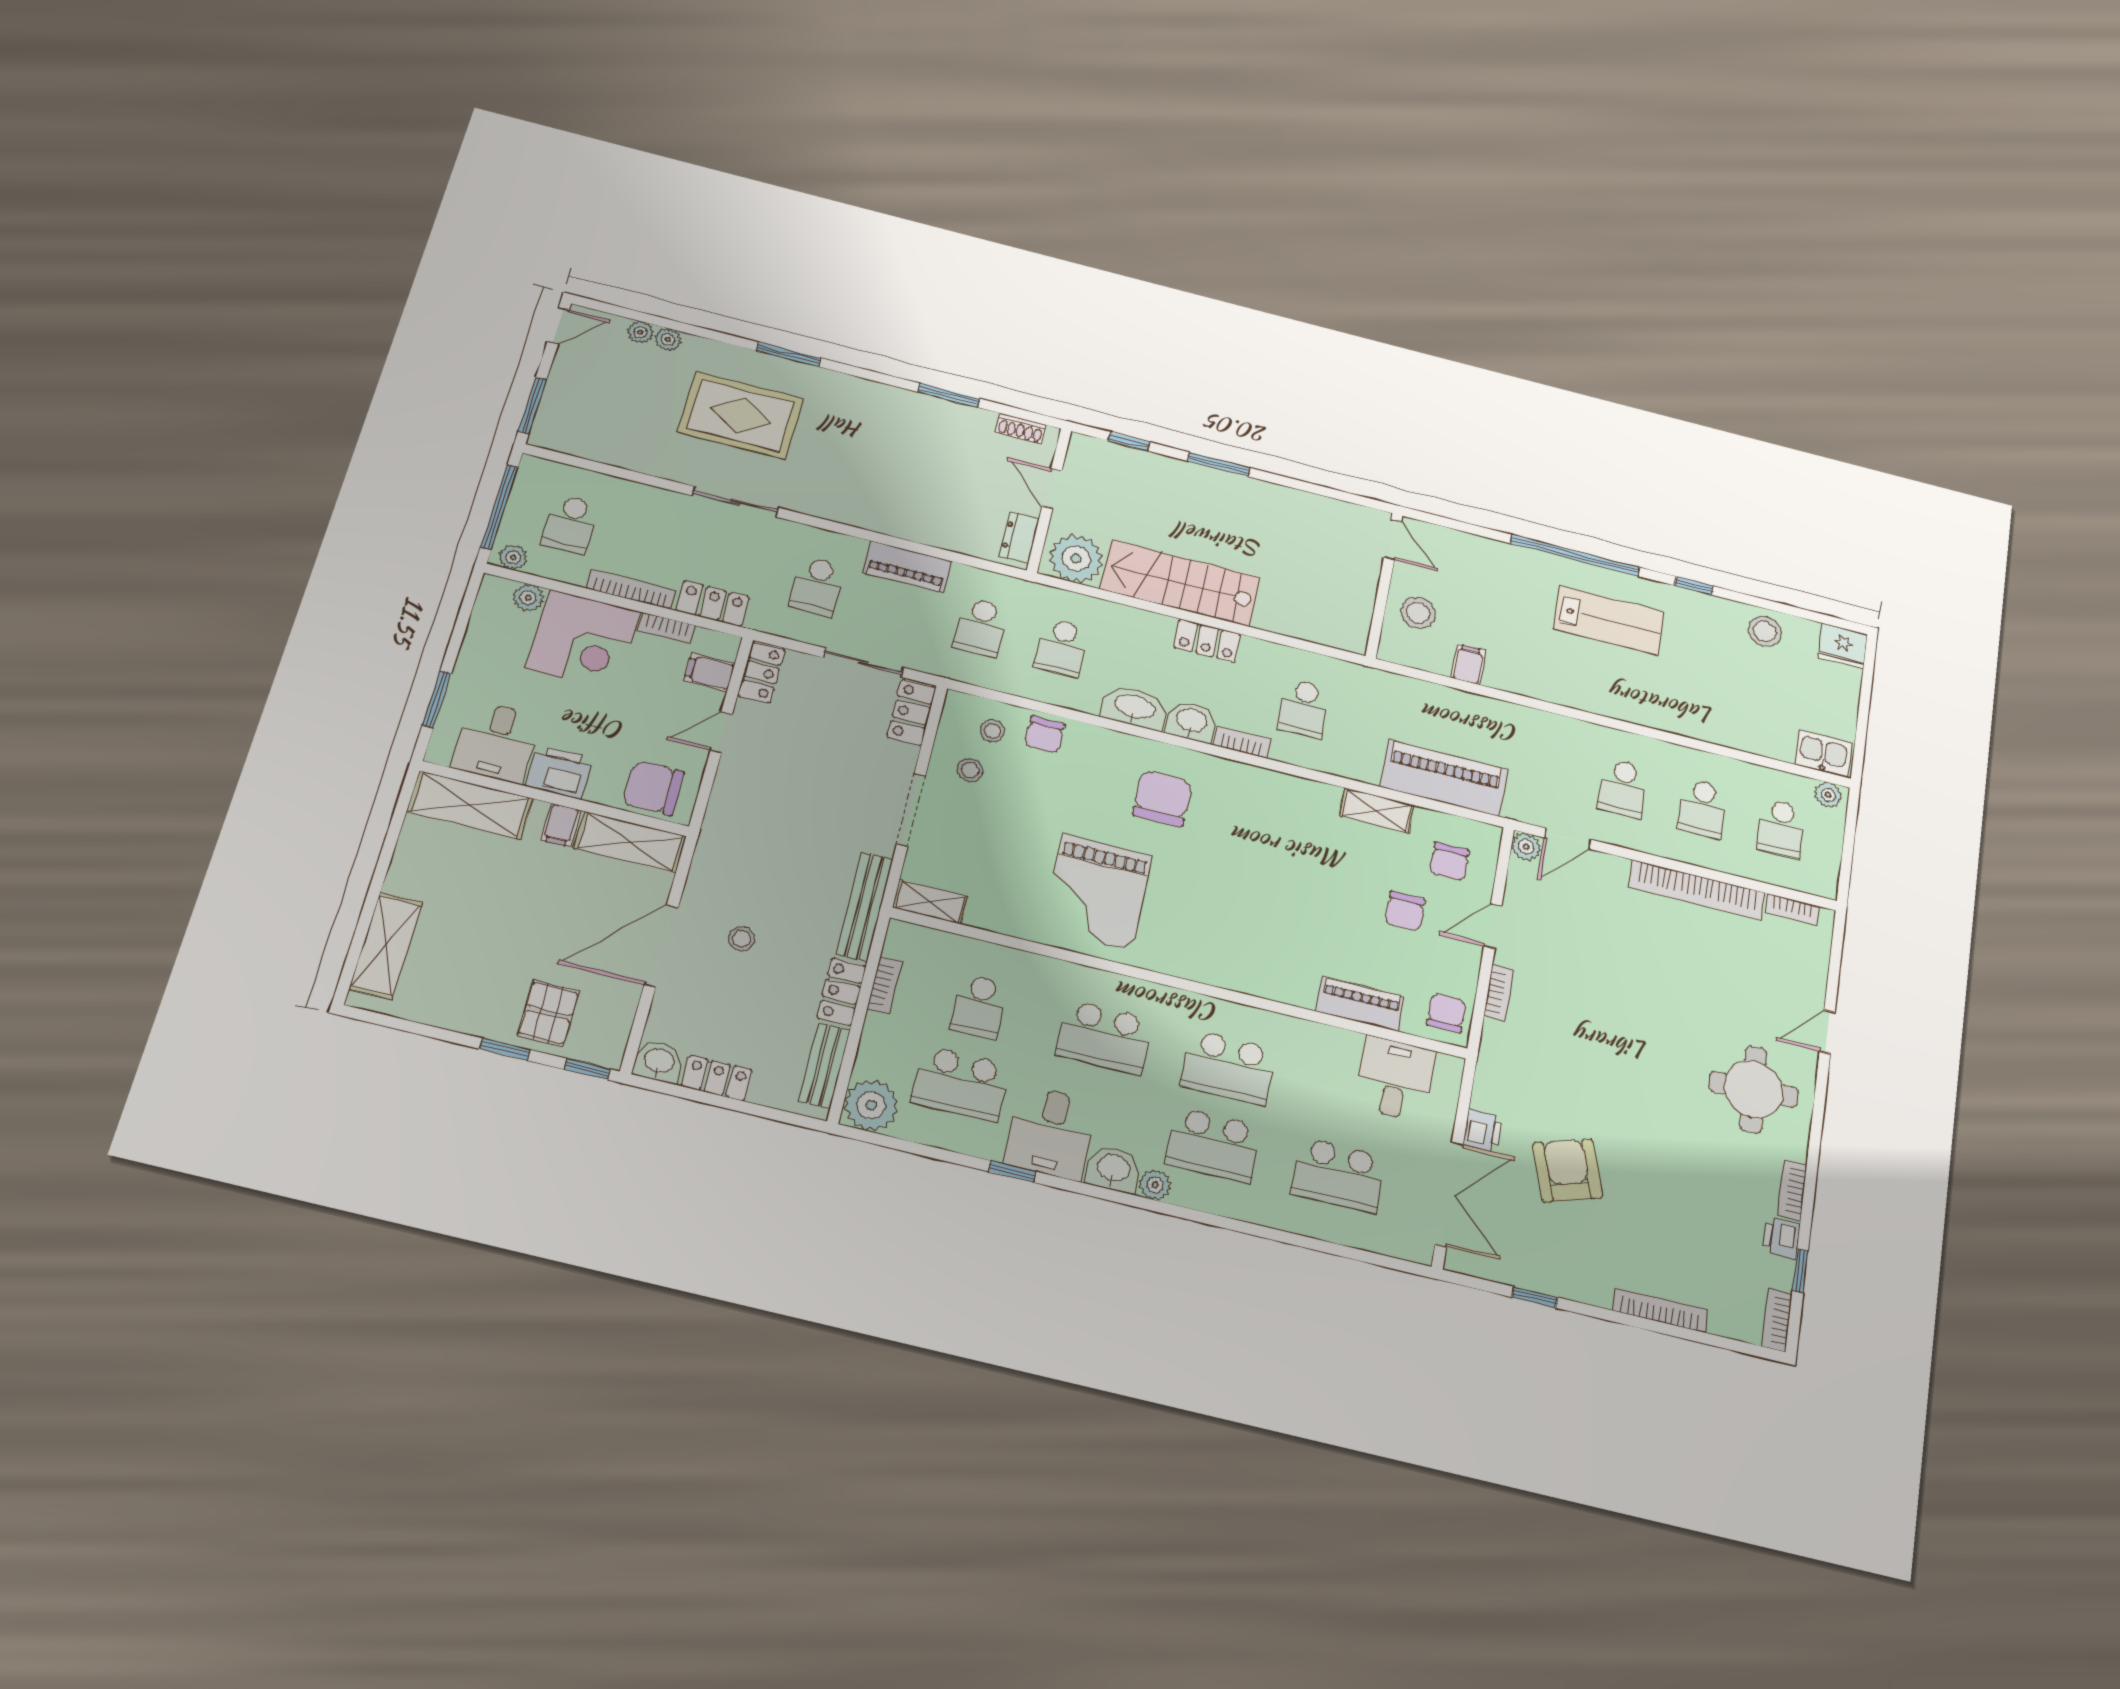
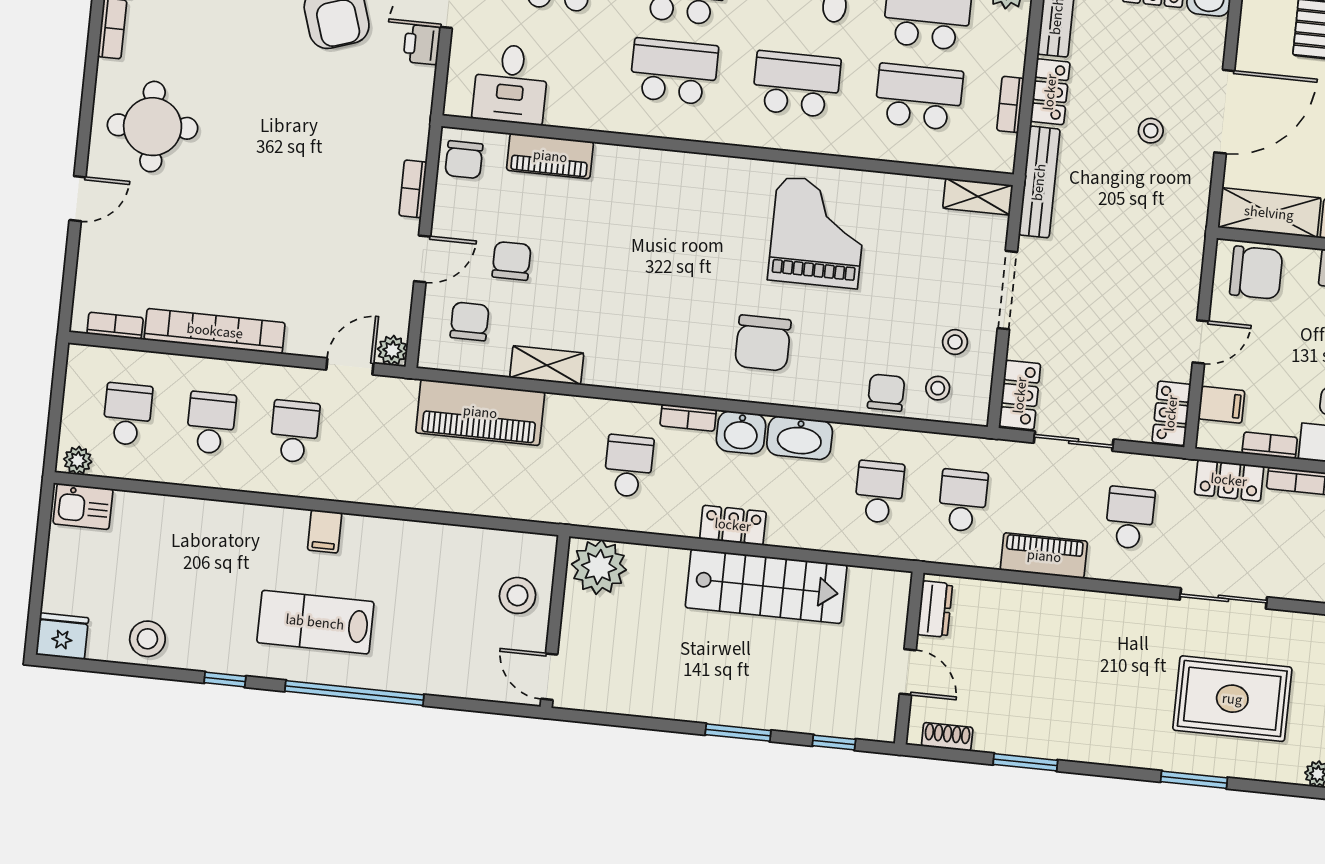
plant: (1076, 559) -> (599, 567), moved
filing cabinet: (1468, 664) -> (325, 531), moved
school desk: (979, 1006) -> (919, 97), width x1.85

